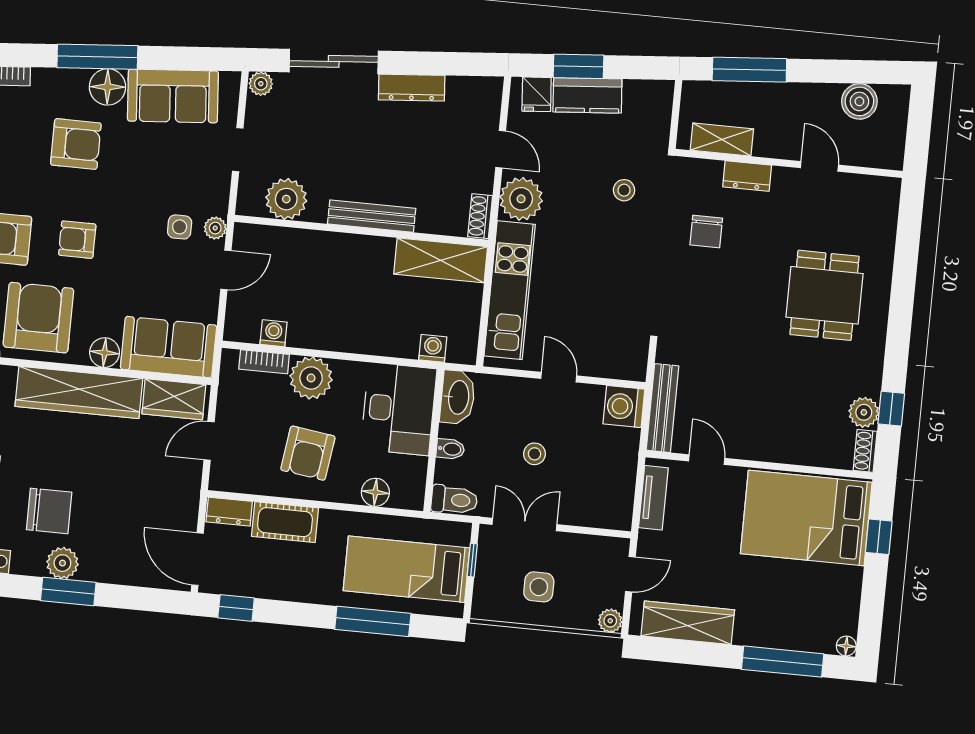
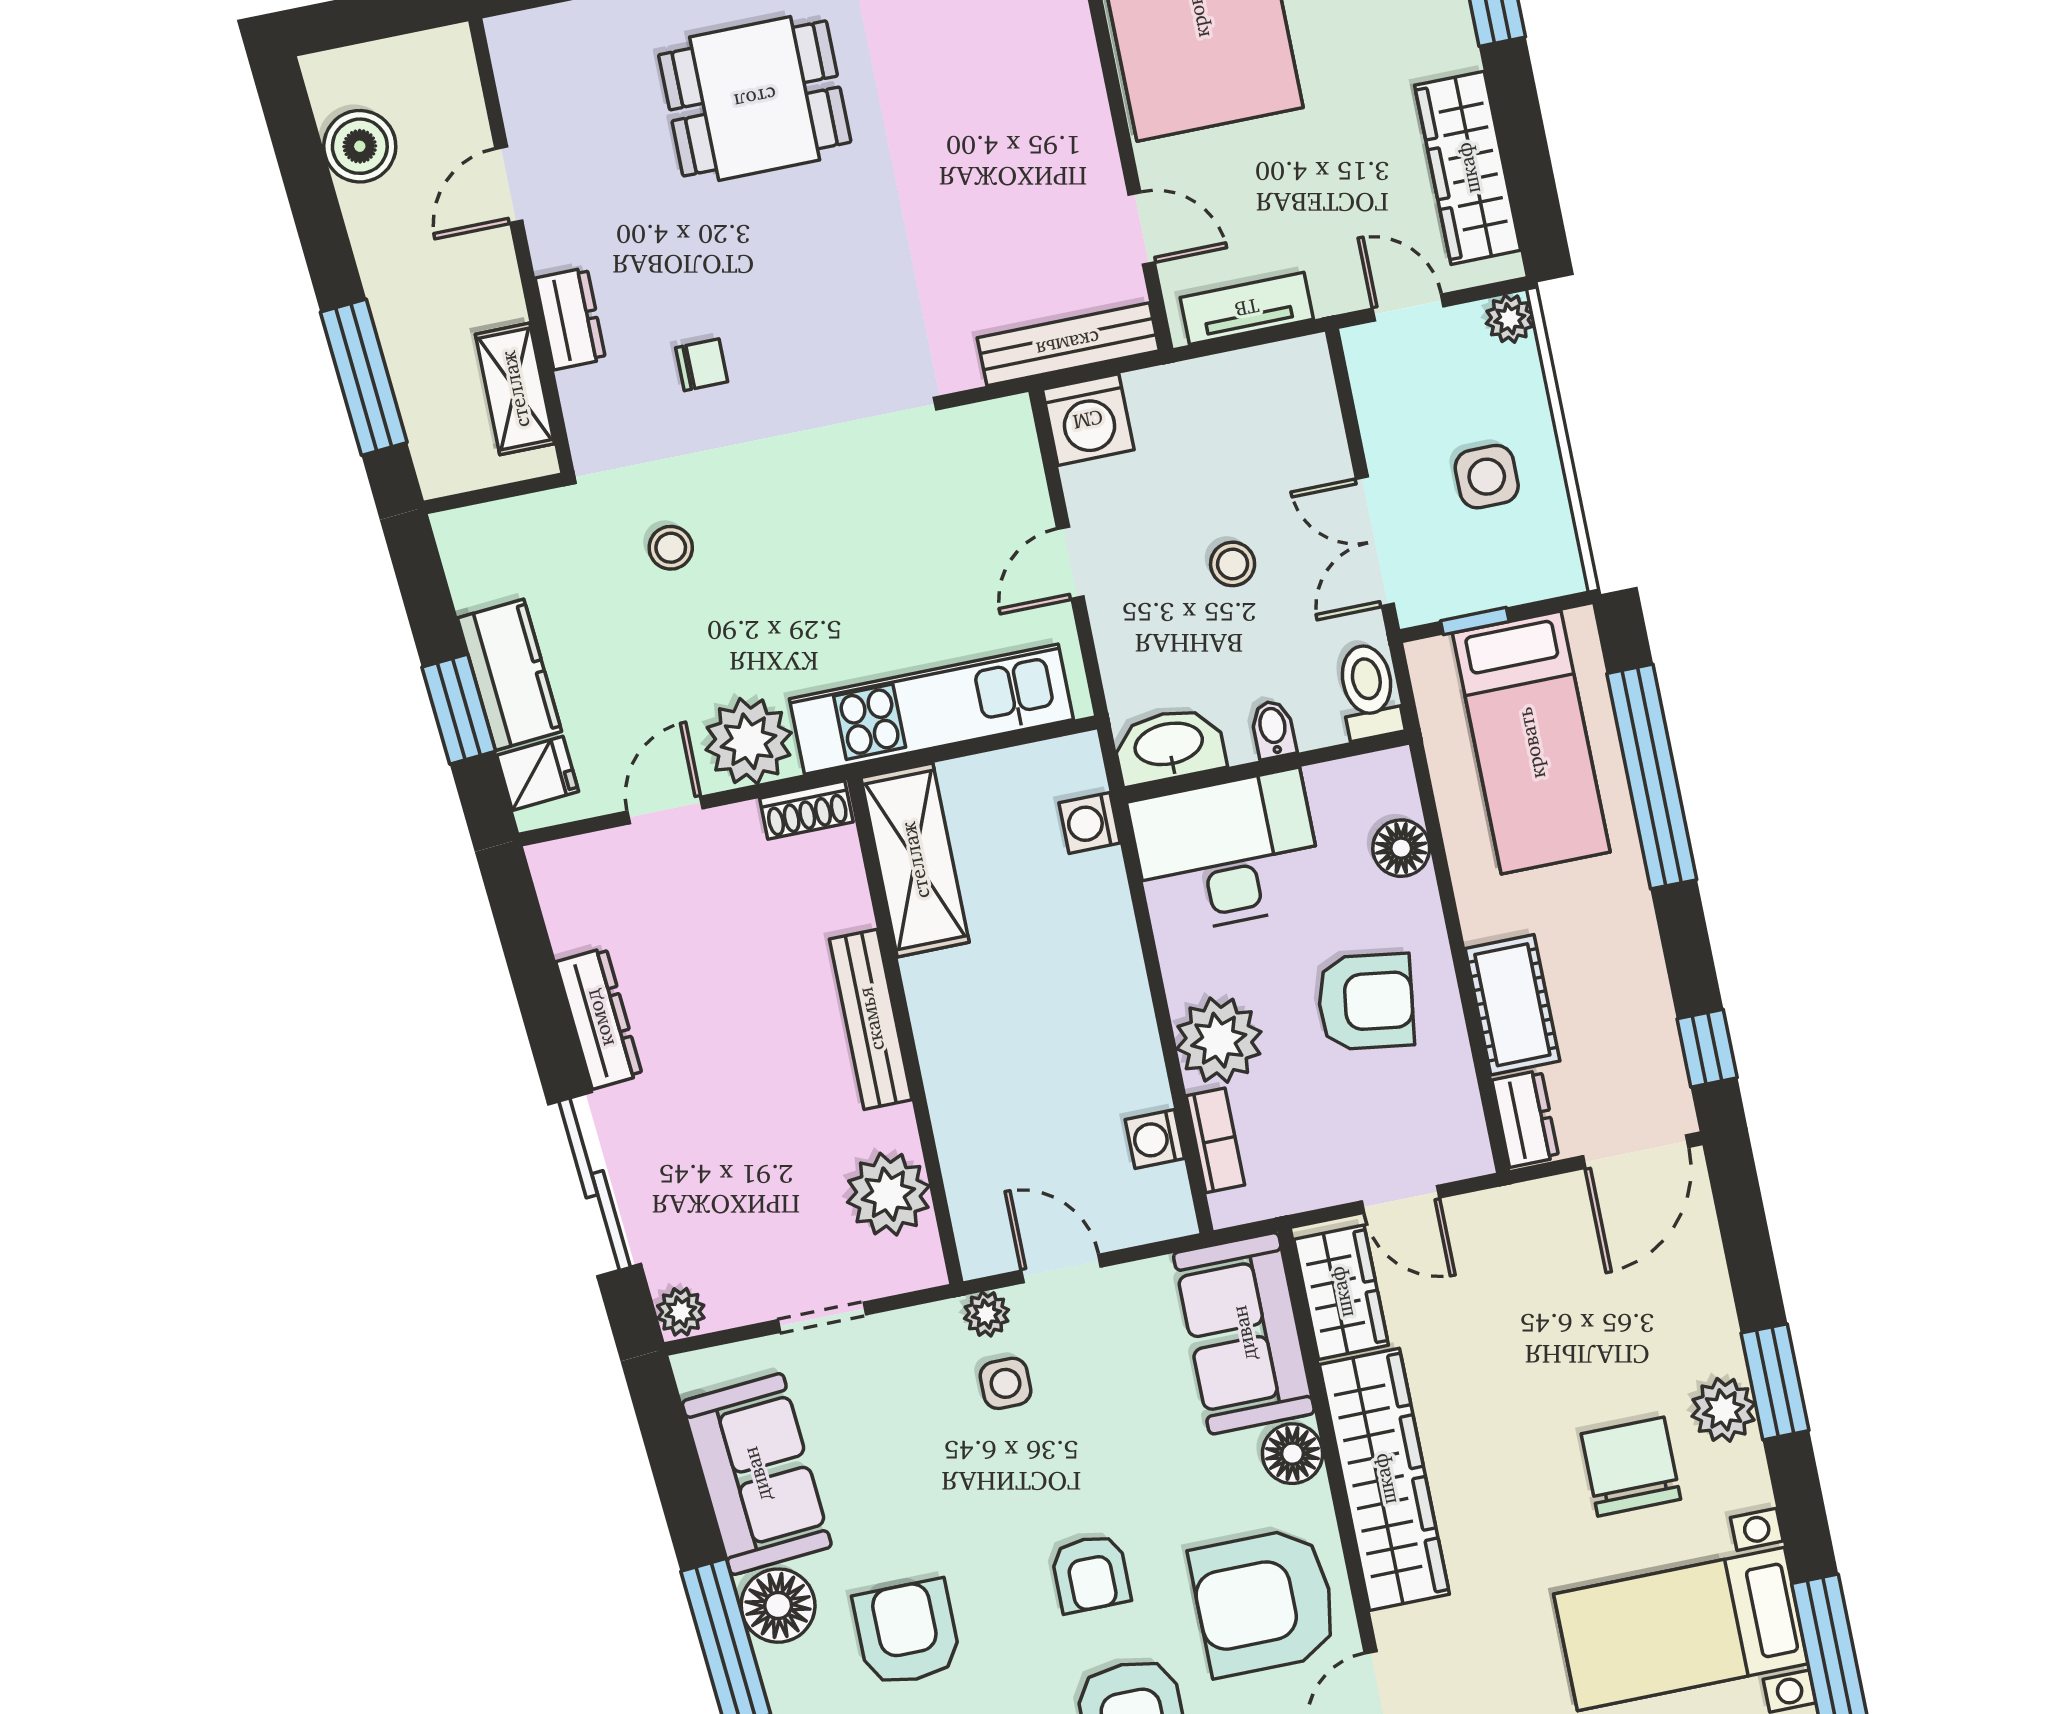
chair: (706, 231) -> (702, 365), width x0.73, depth x0.73
door: (707, 460) -> (1142, 228), swing flipped
window: (373, 621) -> (1652, 777), width x1.46

